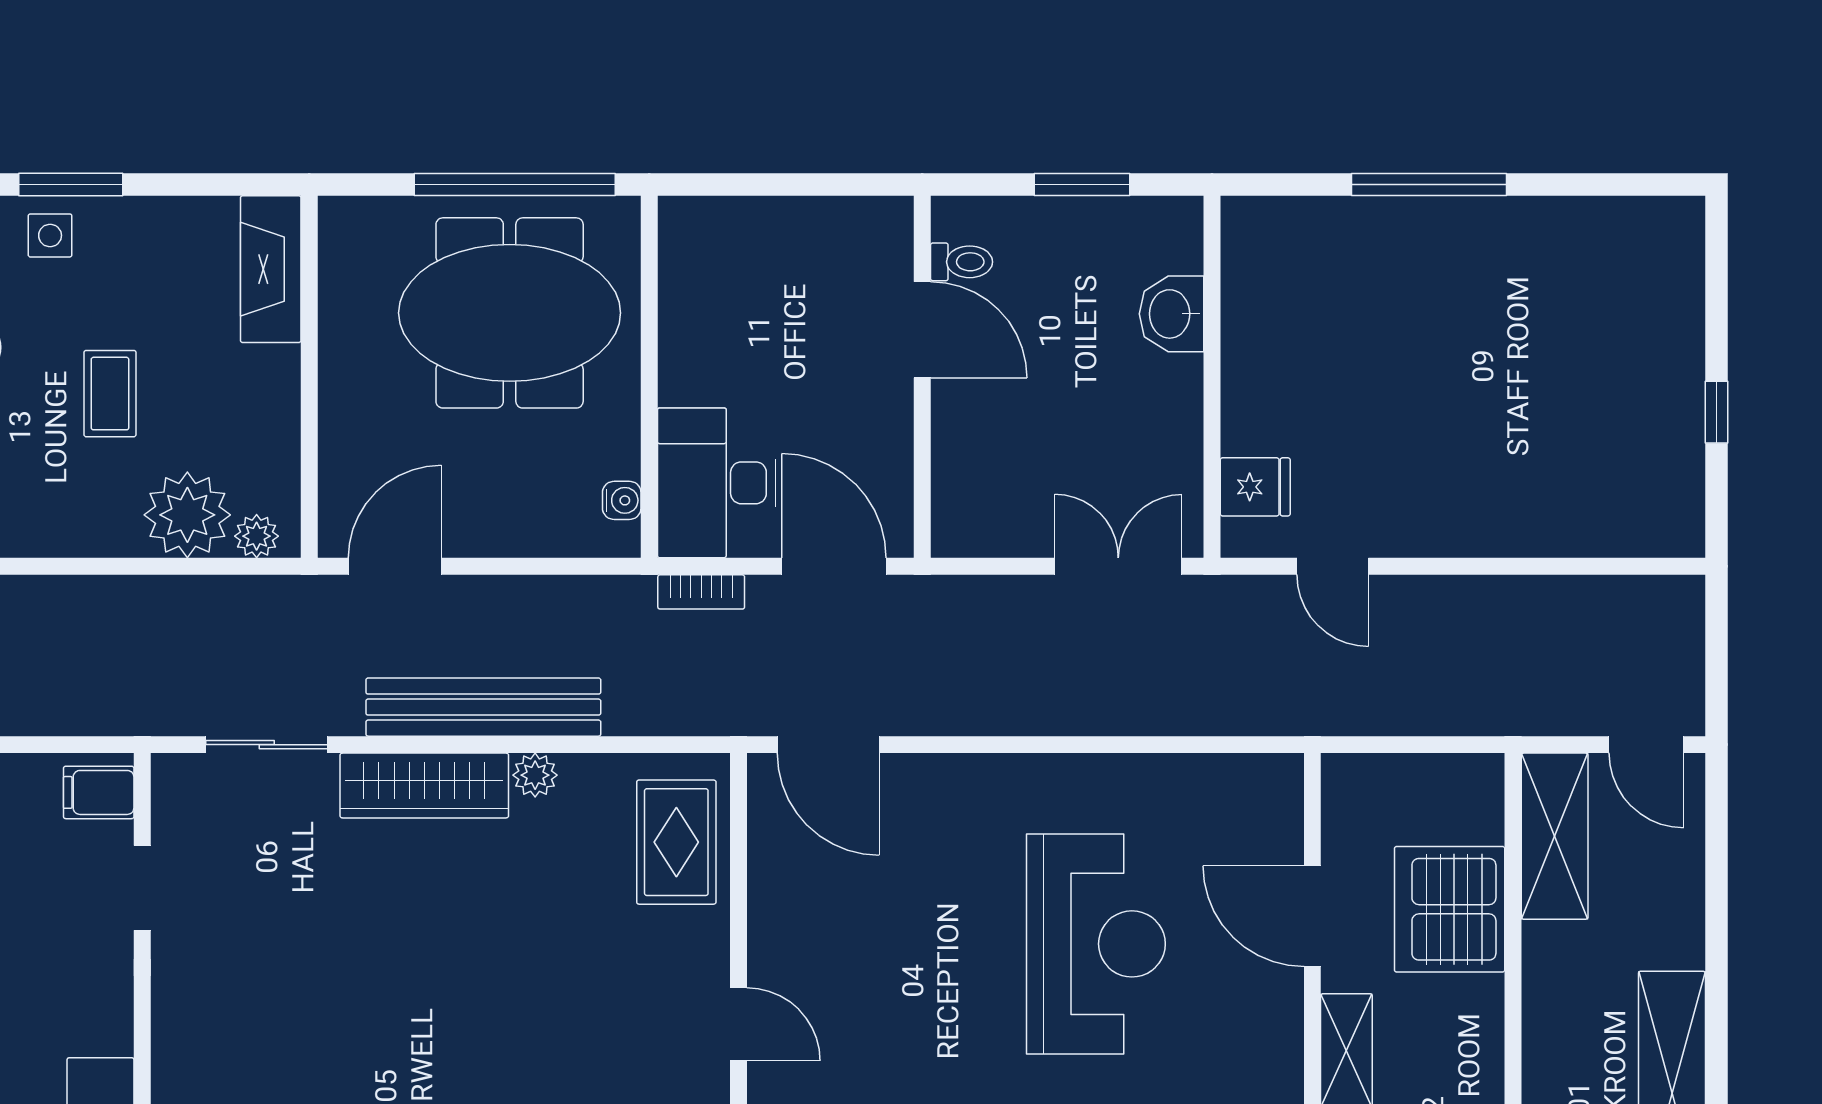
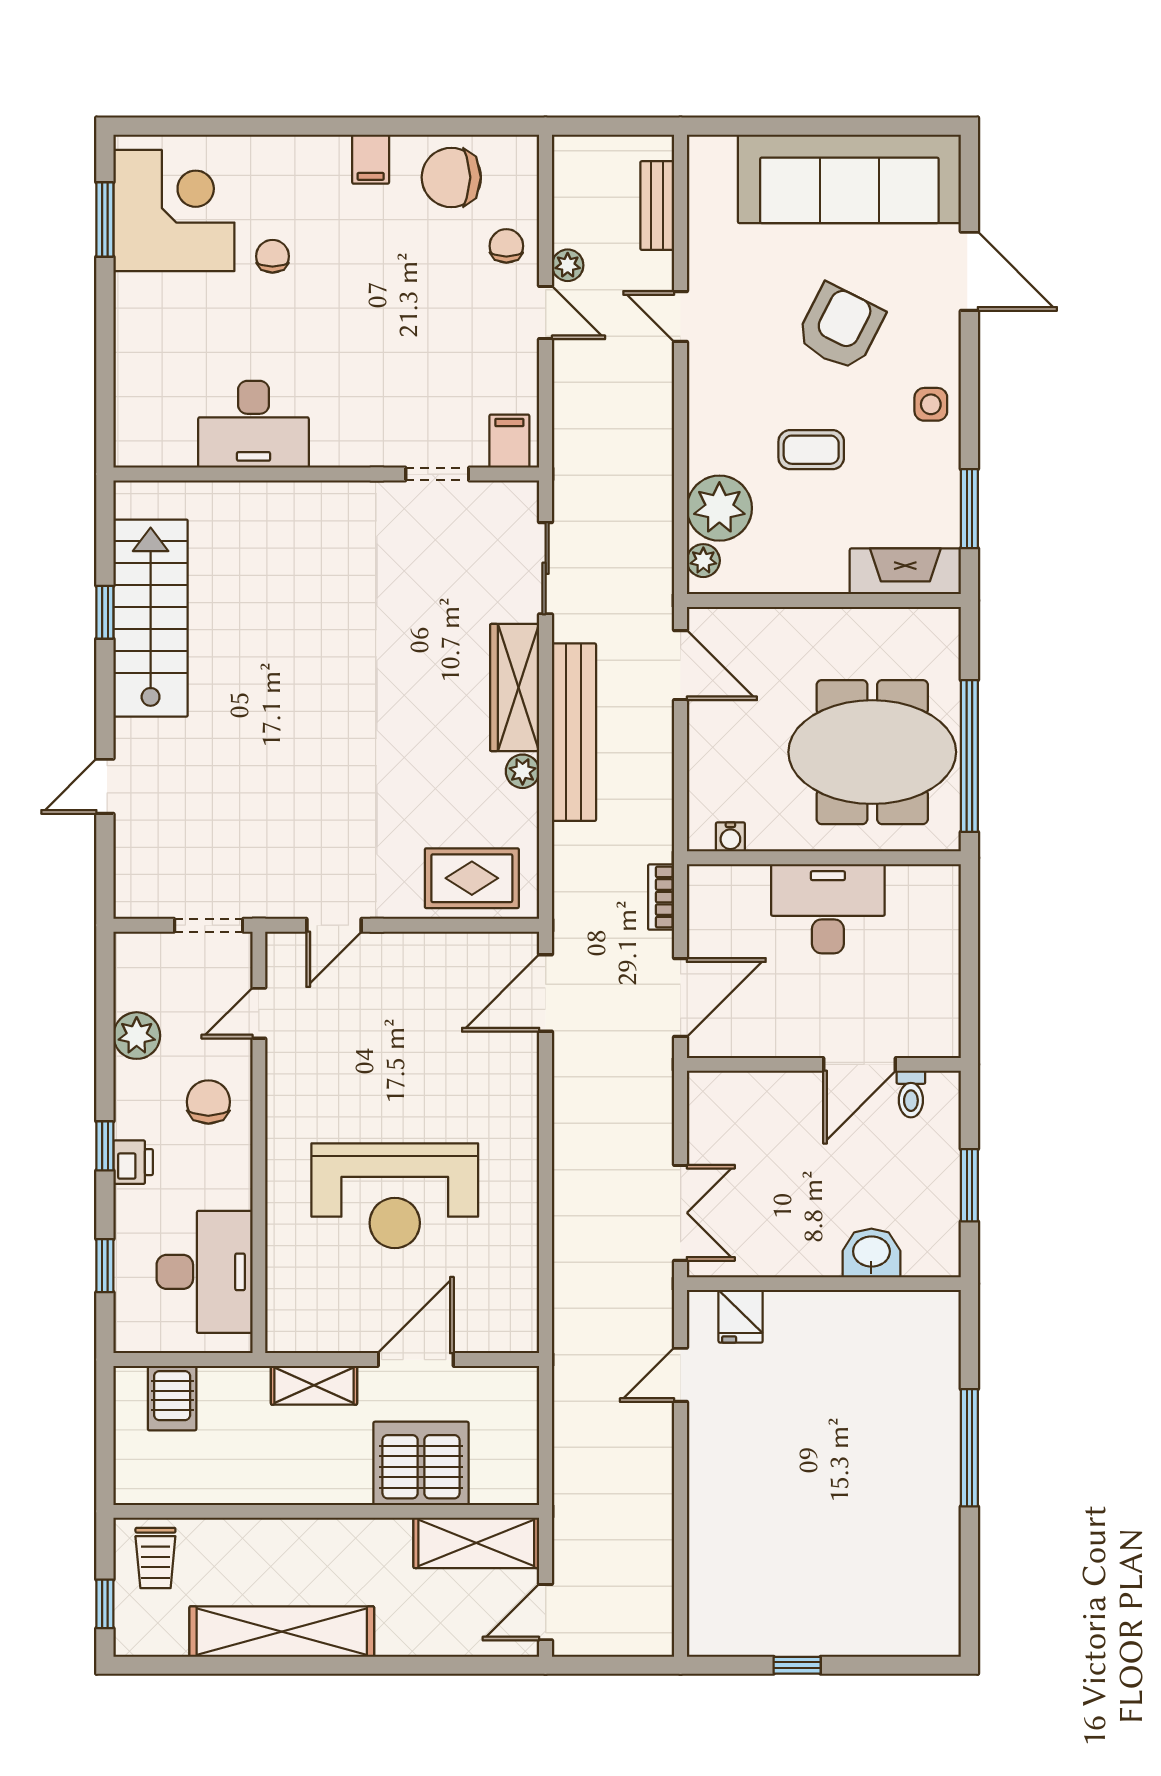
window: (71, 185) -> (969, 509), moved
meeting table: (510, 313) -> (872, 752), turned 90
desk: (717, 483) -> (828, 909), moved

